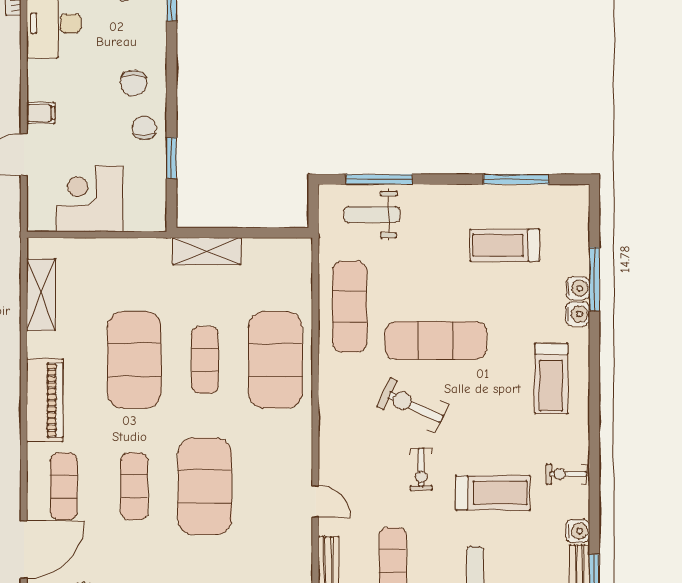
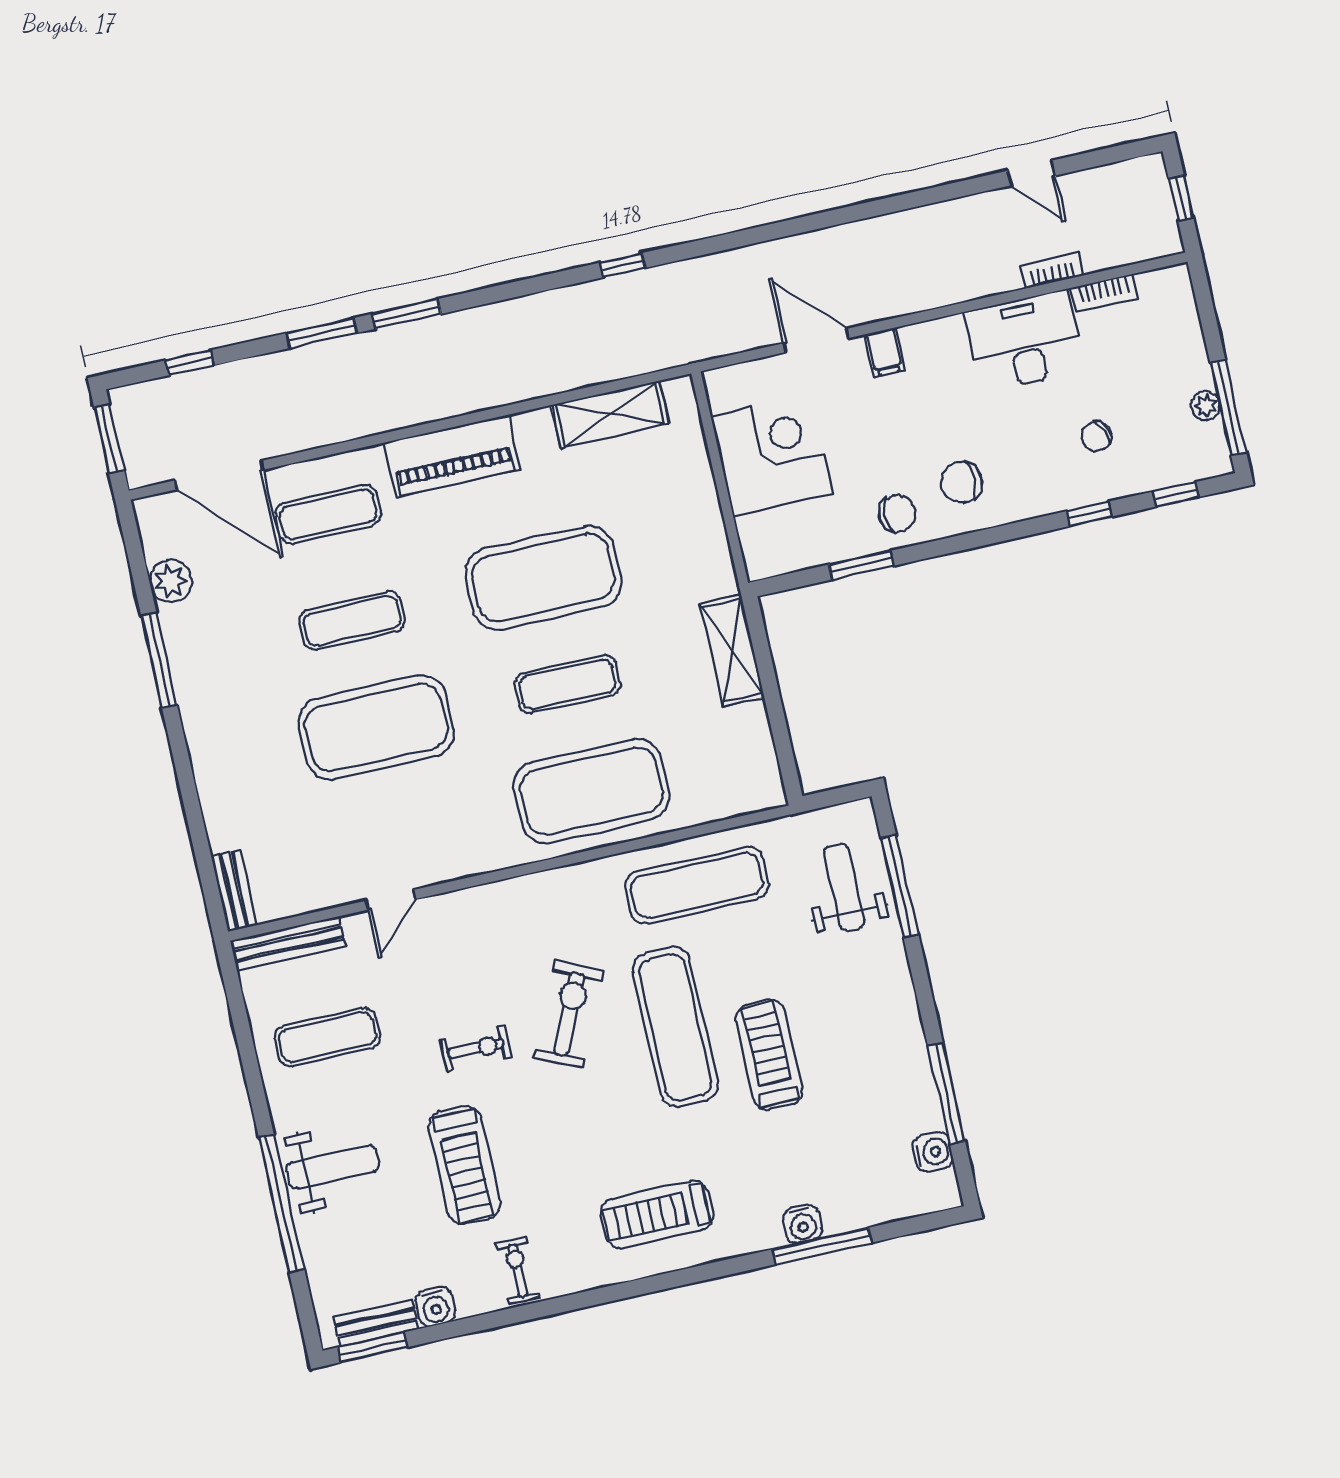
treadmill: (505, 245) -> (769, 1055), moved
water cooler: (577, 314) -> (933, 1152), moved, turned -90
exercise bike: (421, 469) -> (476, 1049), turned 180

